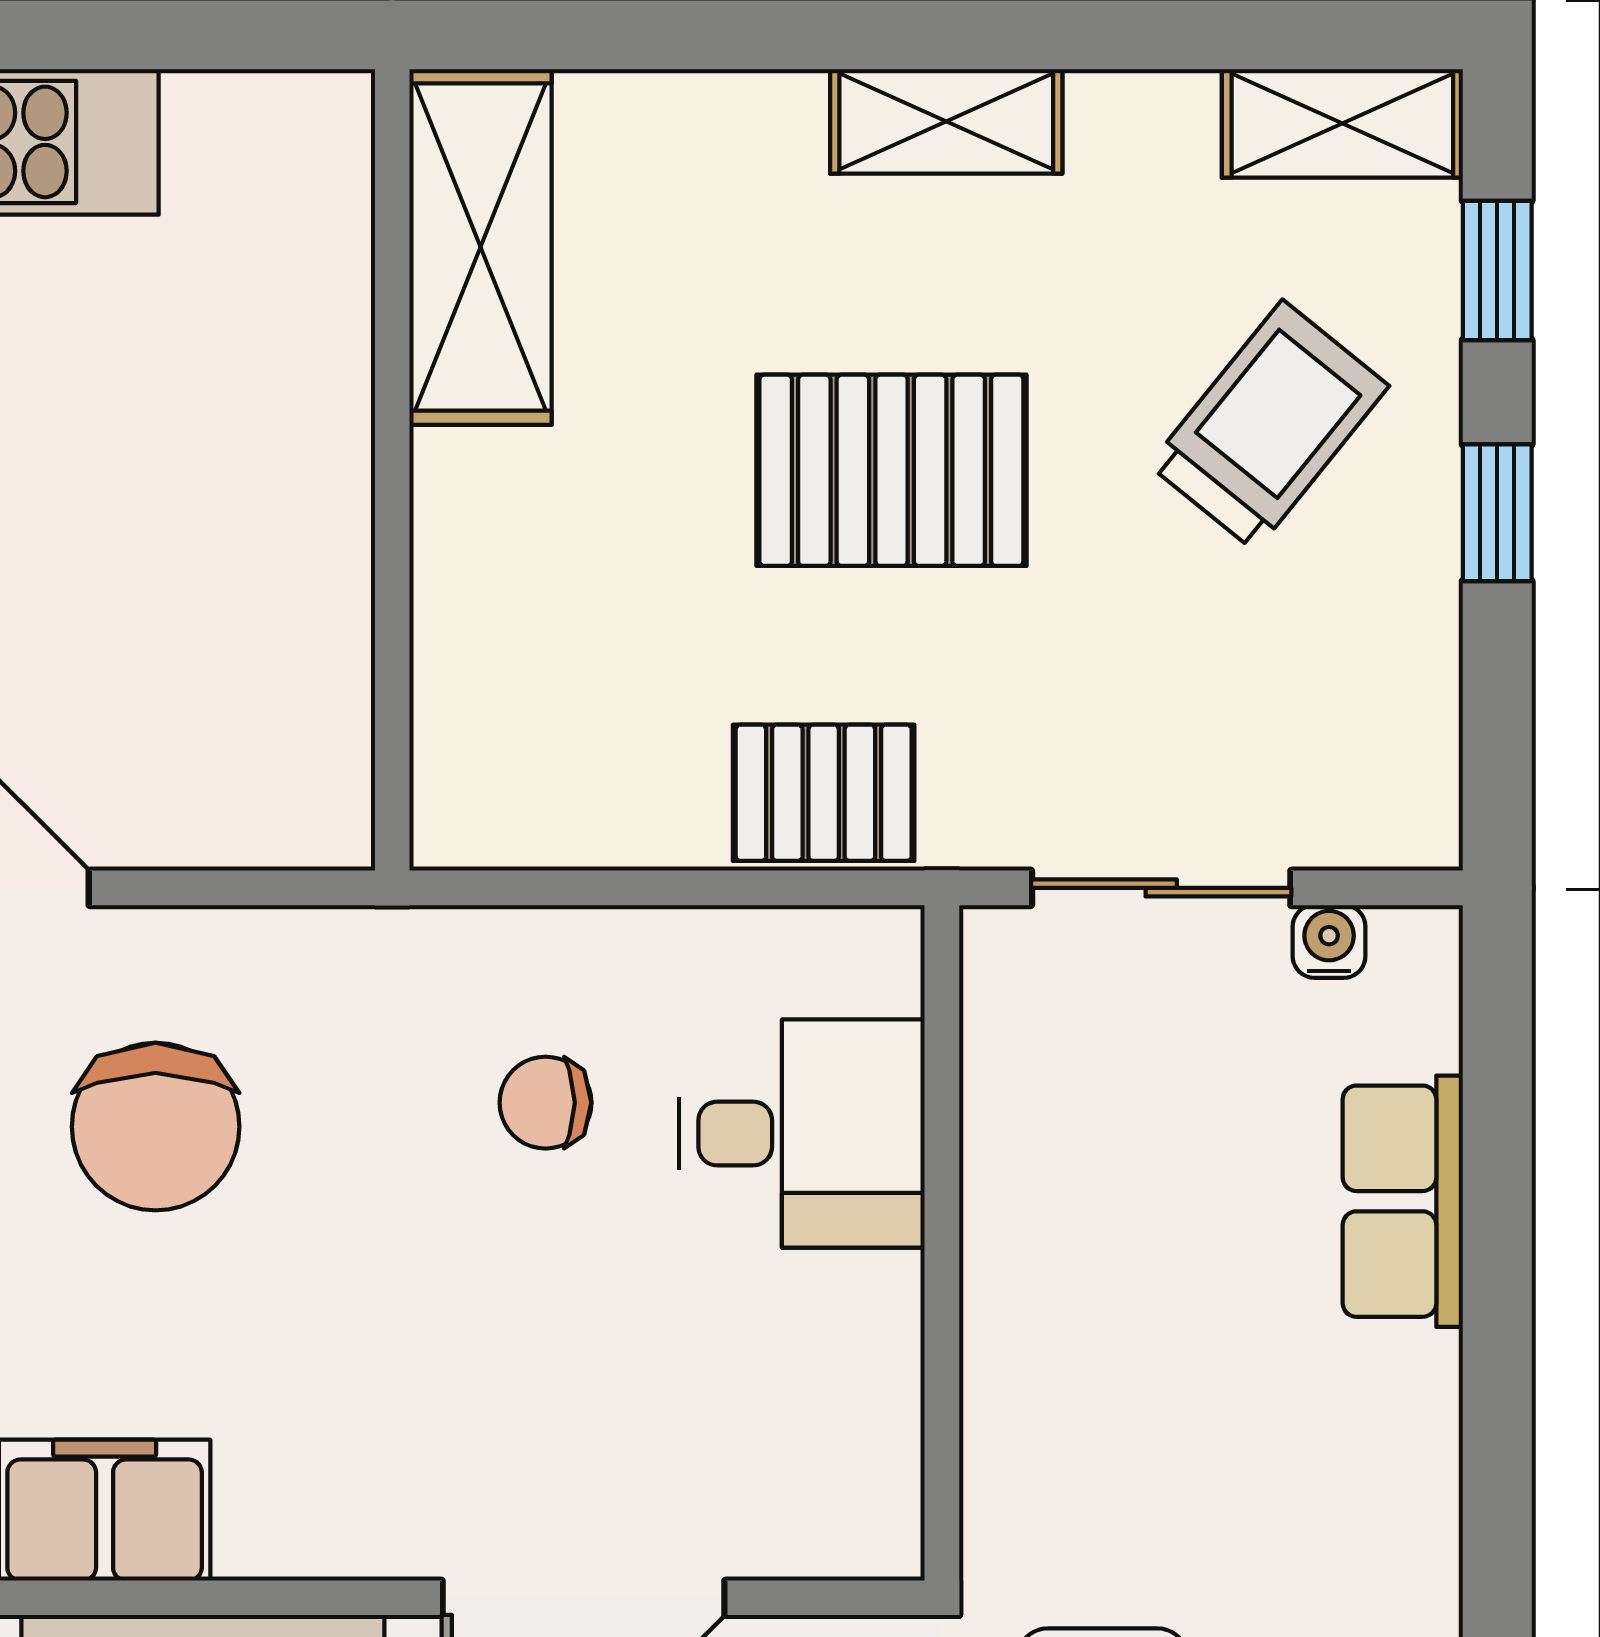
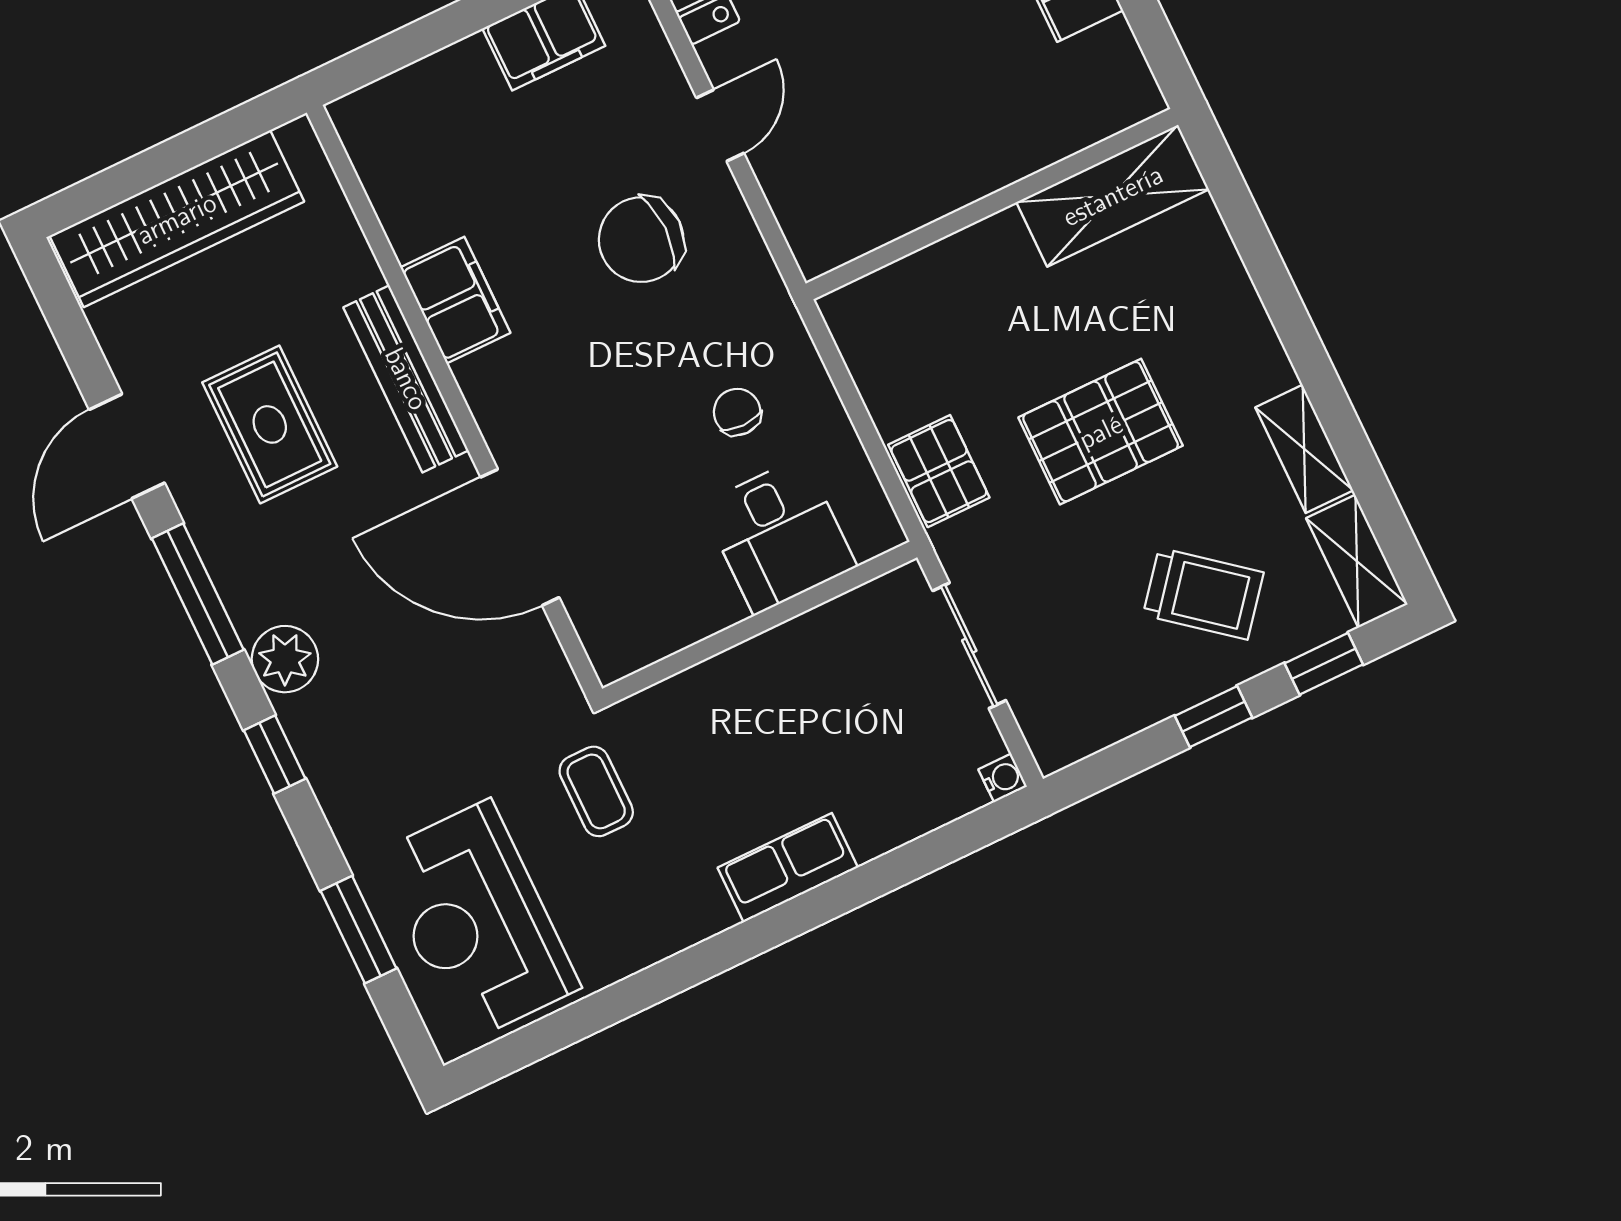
shelving: (946, 121) -> (1304, 449), moved
pallet: (891, 470) -> (1101, 432), turned 90
water cooler: (1329, 941) -> (1003, 778), moved
row of seats: (1403, 1201) -> (788, 868), moved

